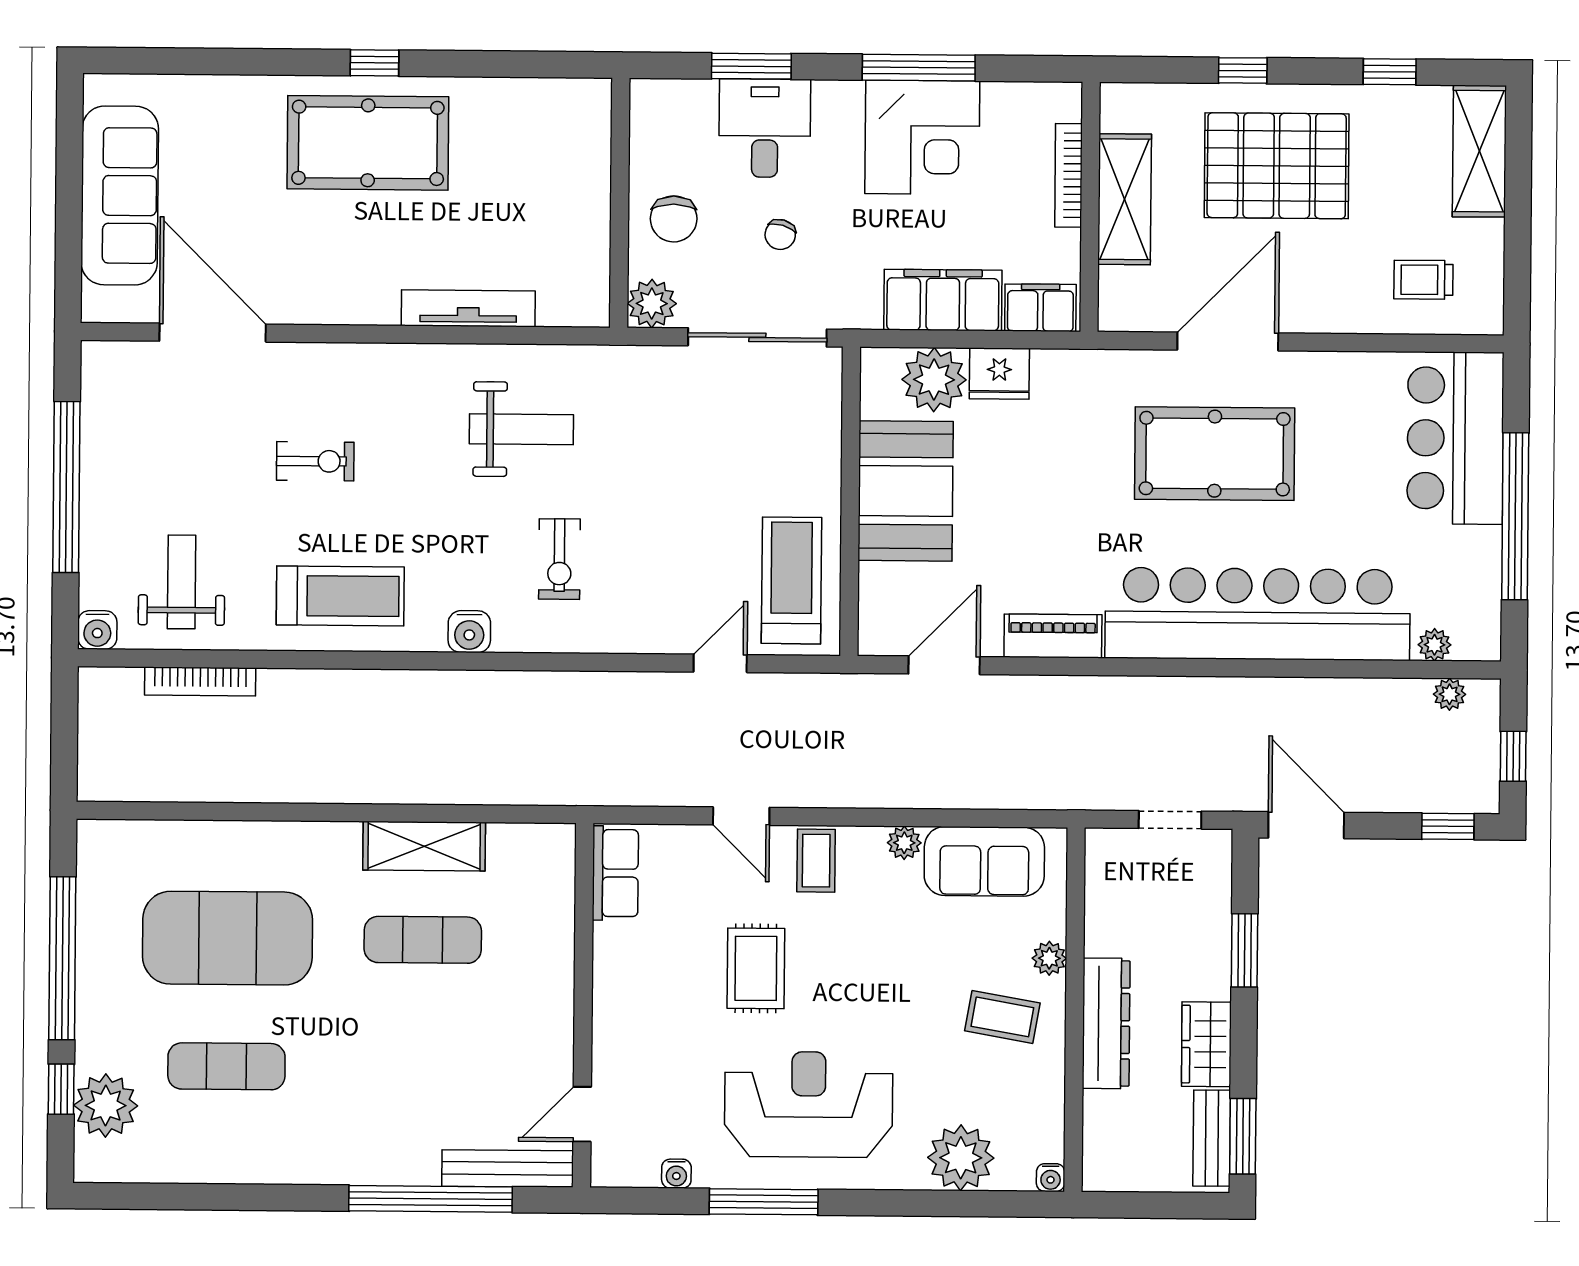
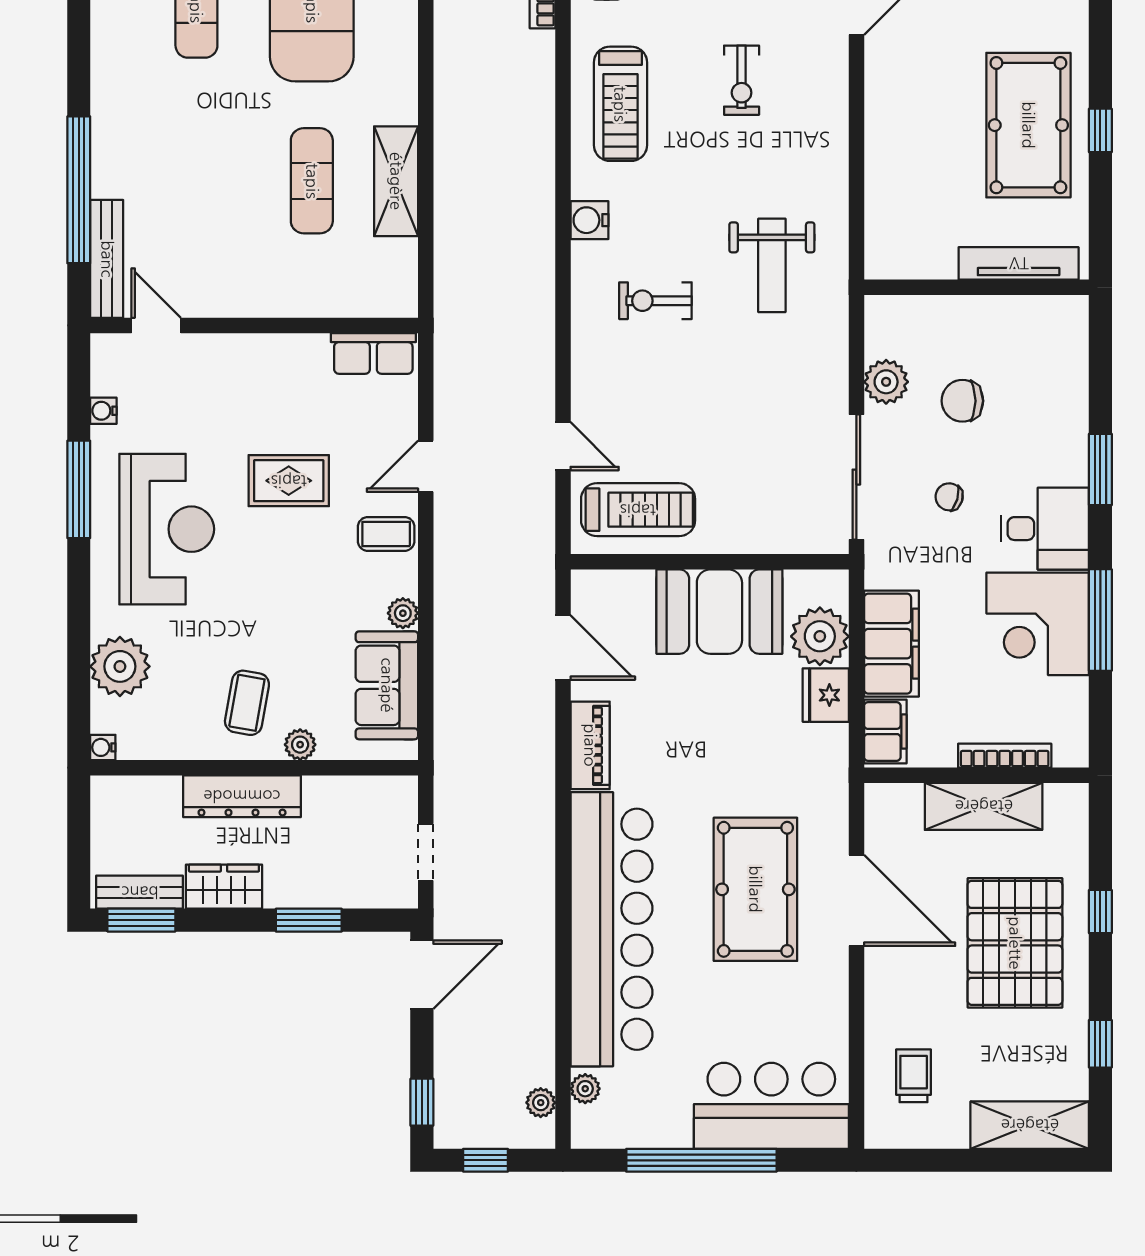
desk: (765, 128) -> (1045, 529), moved
wall: (620, 203) -> (976, 287), moved
tv unit: (468, 308) -> (1019, 263), moved, turned -90

